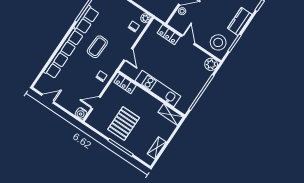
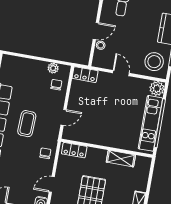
plant: (145, 18) -> (53, 68), moved
locker: (169, 35) -> (85, 75), moved
door: (128, 55) -> (64, 117), hinge flipped
kitchen unit: (158, 89) -> (150, 123), moved, turned -90
shelving: (171, 115) -> (121, 159), moved

